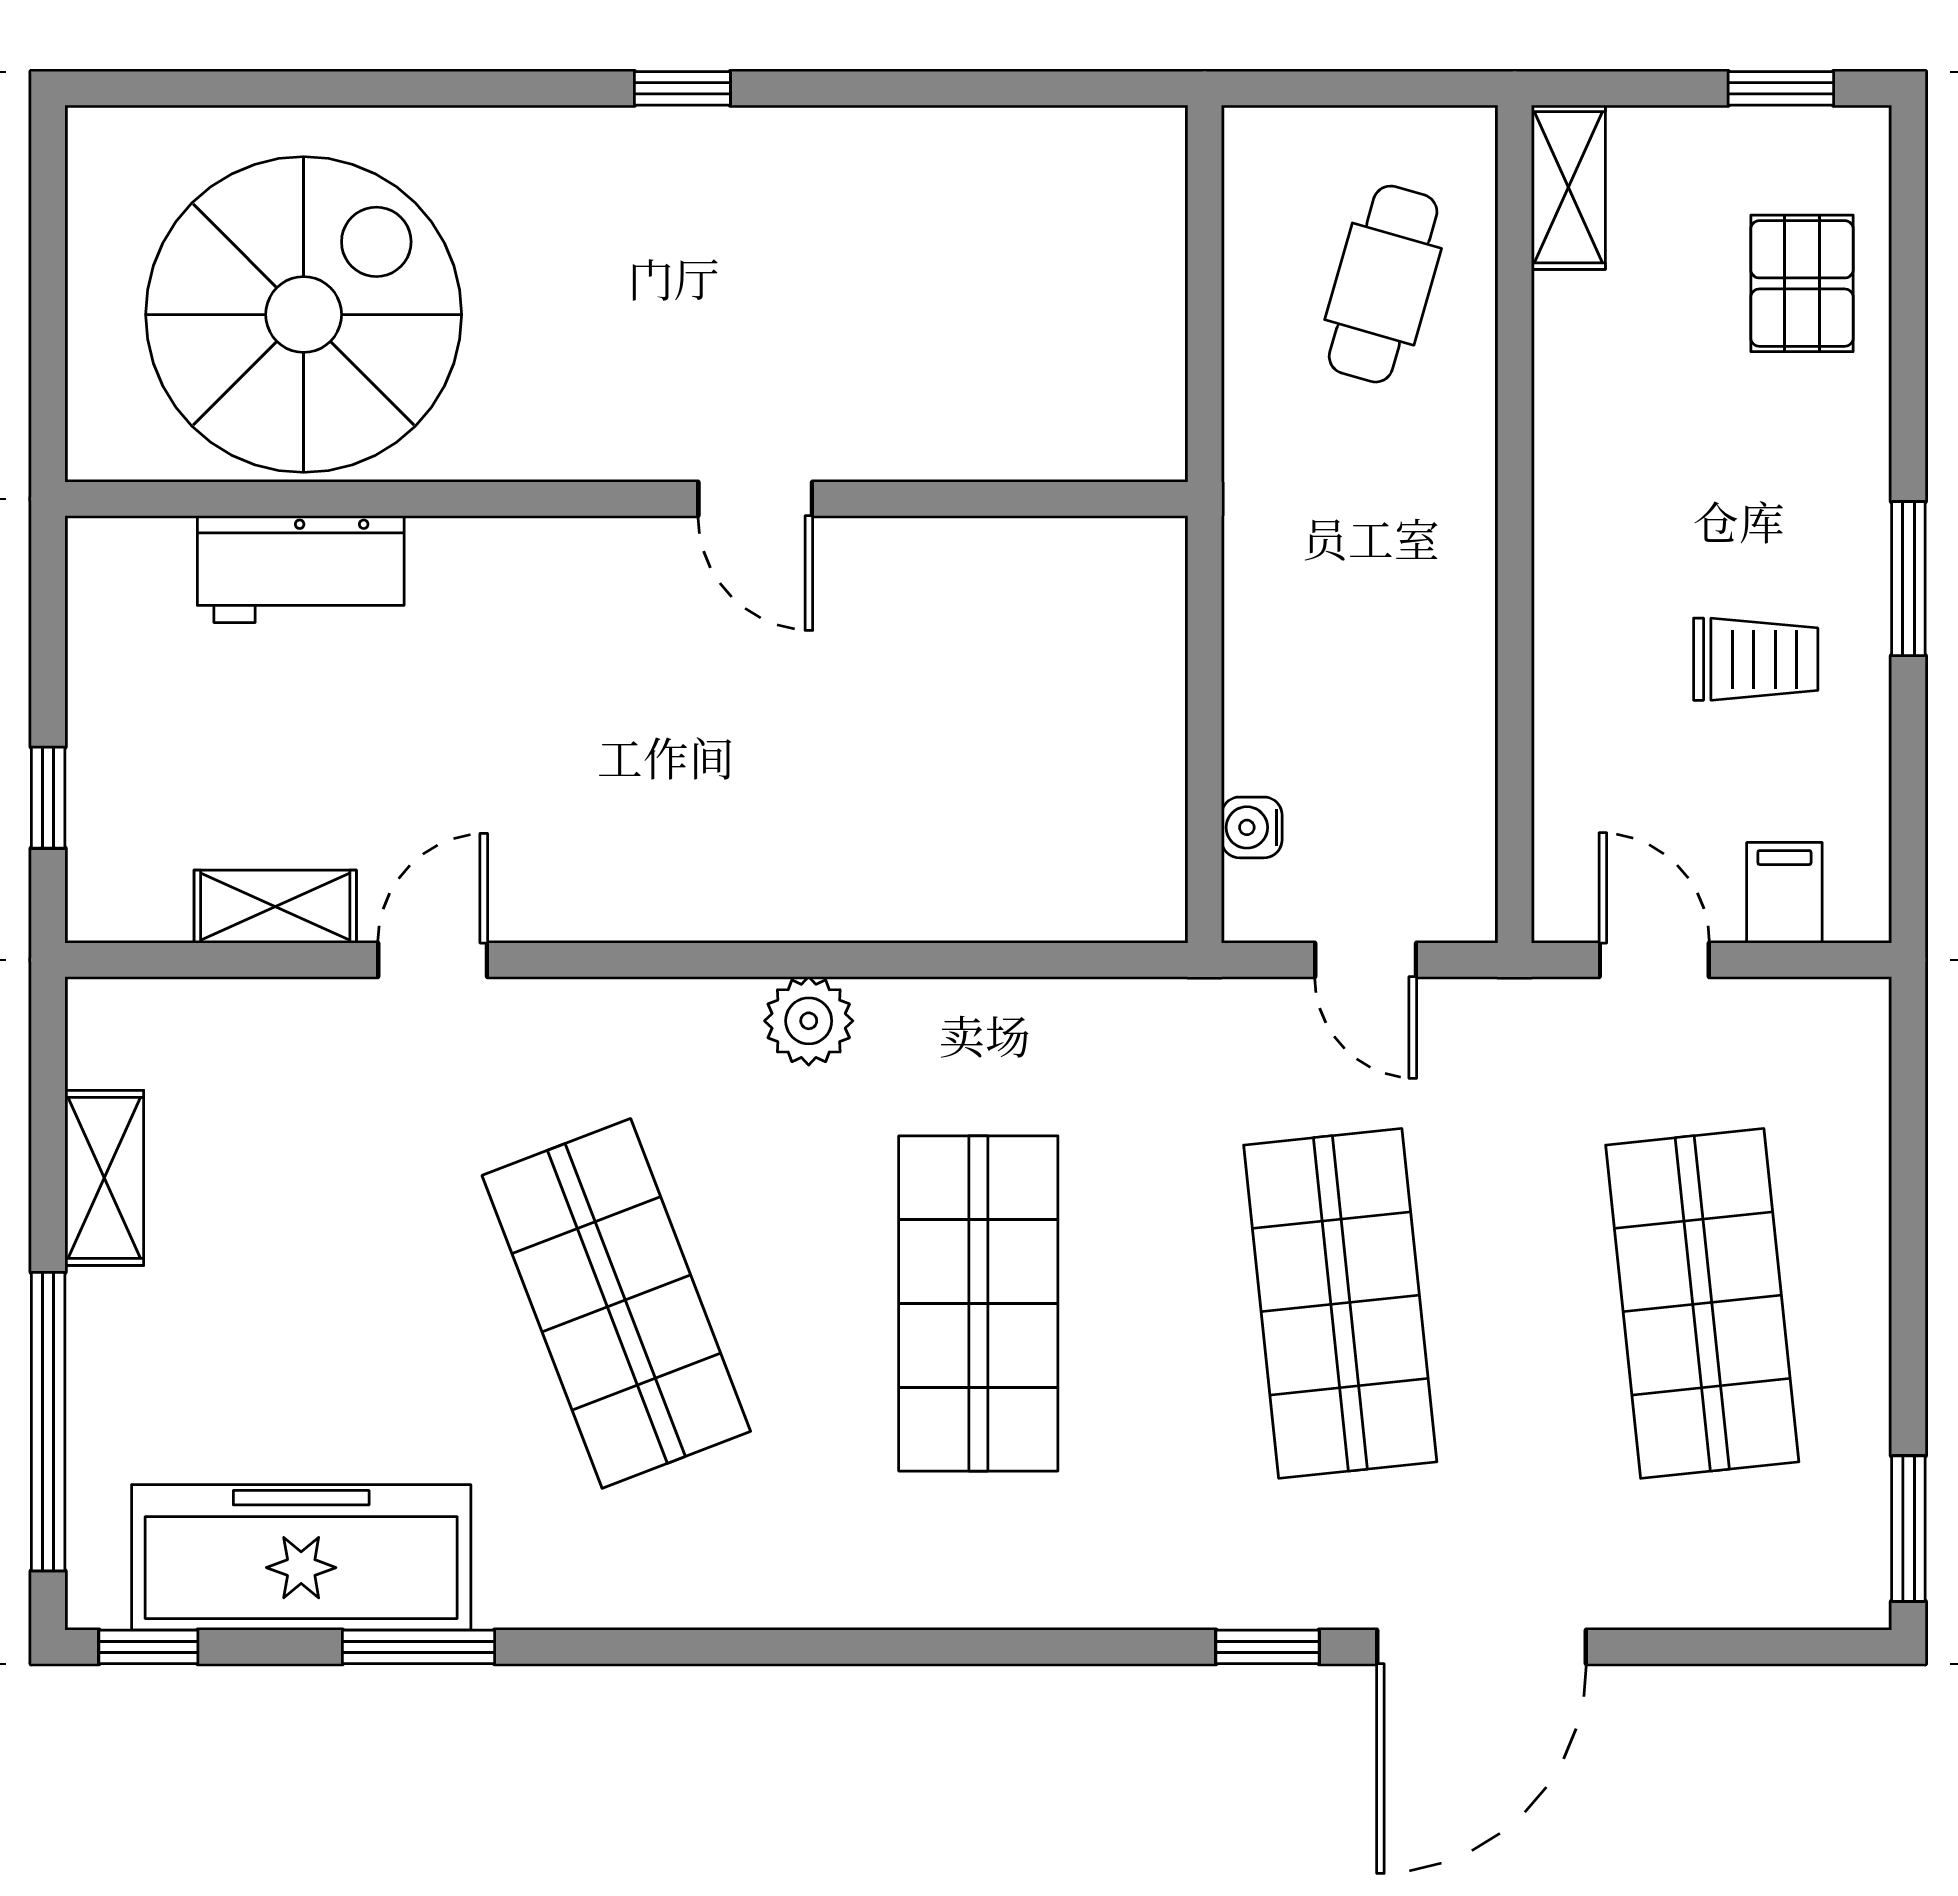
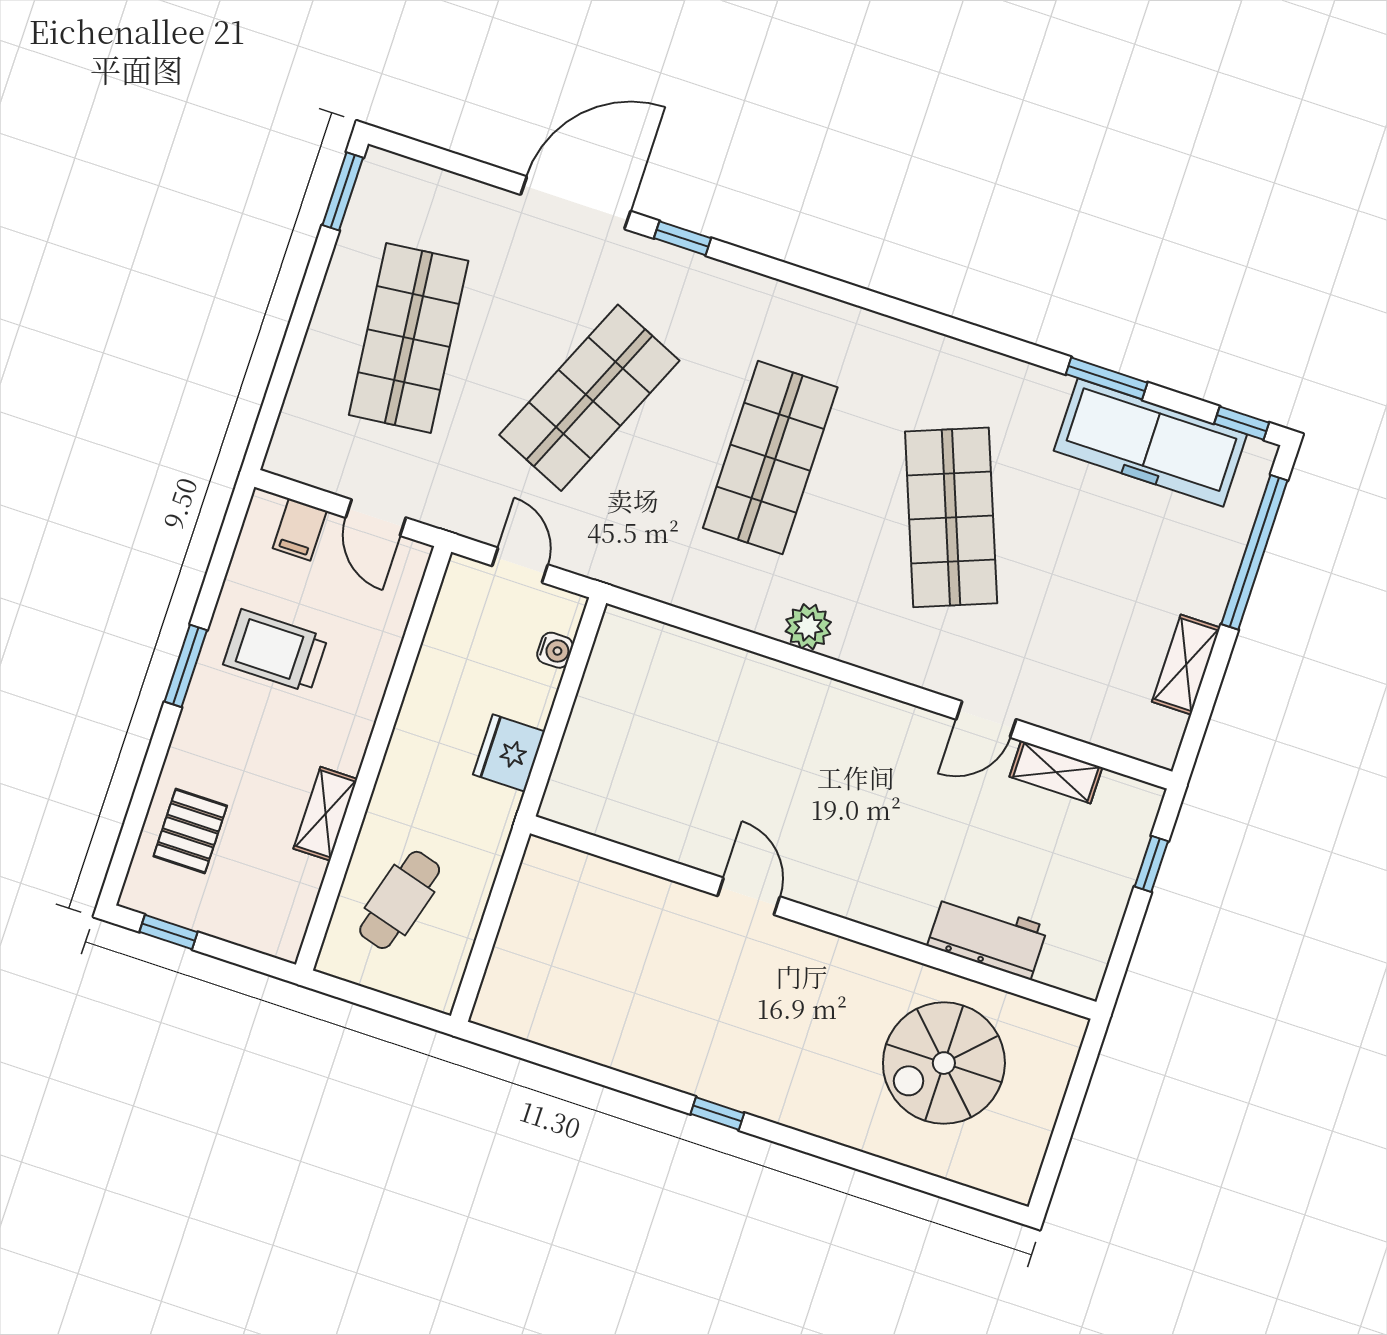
shelving: (1568, 187) -> (325, 814), moved
spiral stairs: (304, 315) -> (944, 1063), width x0.73, depth x0.73
fridge: (1274, 615) -> (509, 753), added
trolley: (1756, 659) -> (275, 651), width x1.36, depth x1.39
shop shelf: (1340, 1303) -> (589, 398), turned 30

